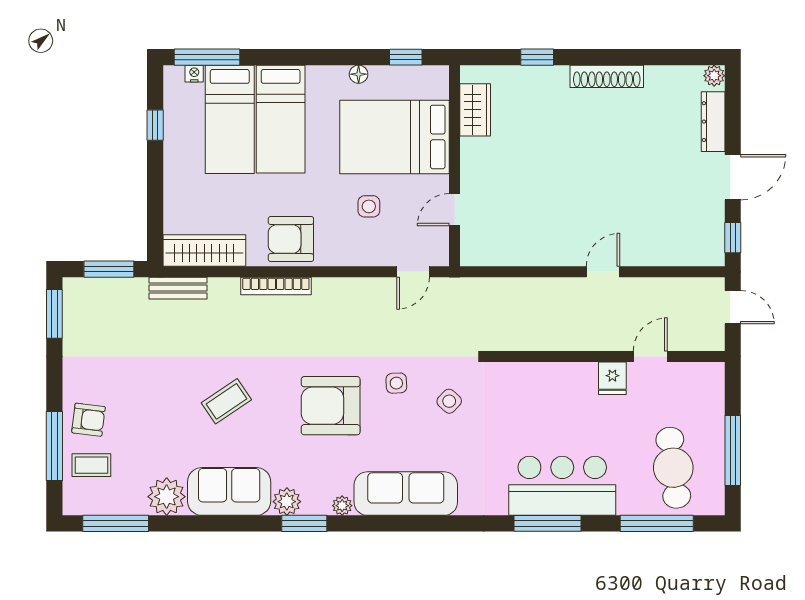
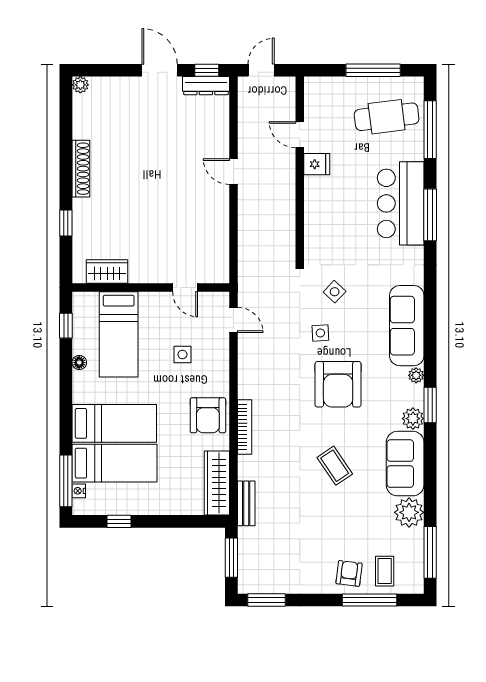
dresser: (713, 122) -> (206, 86), moved
bed: (395, 137) -> (119, 334), width x0.67

